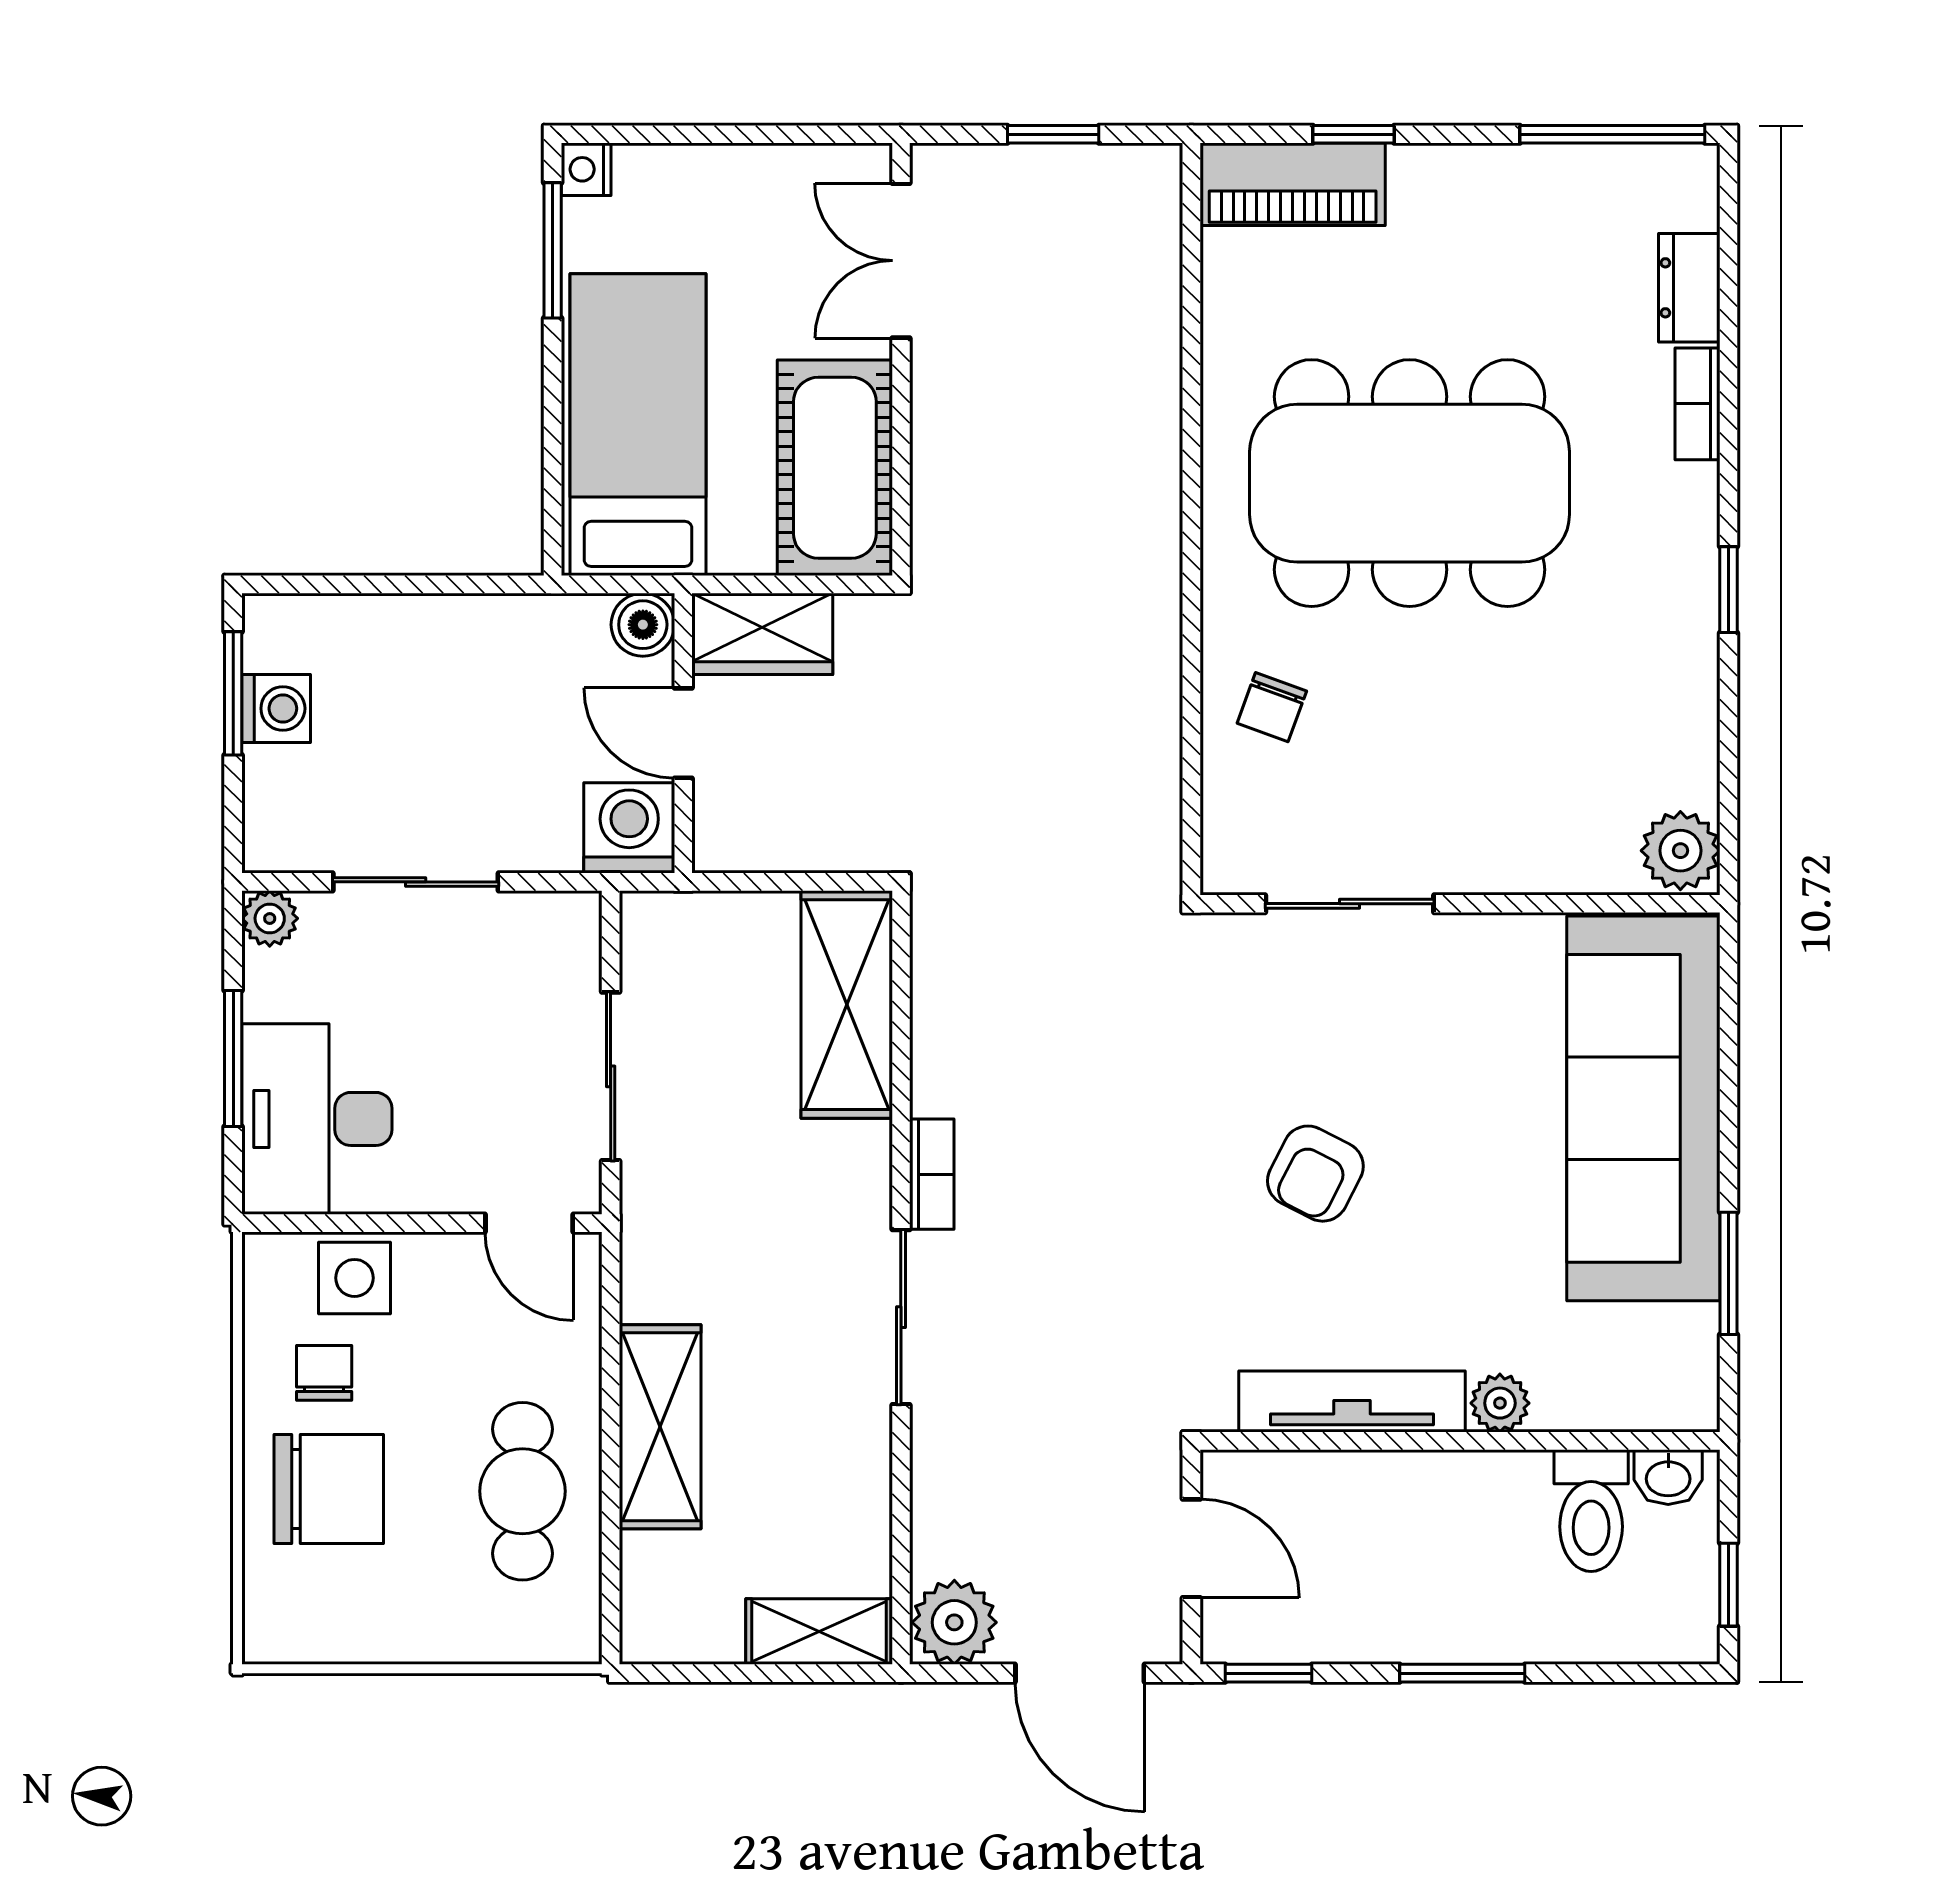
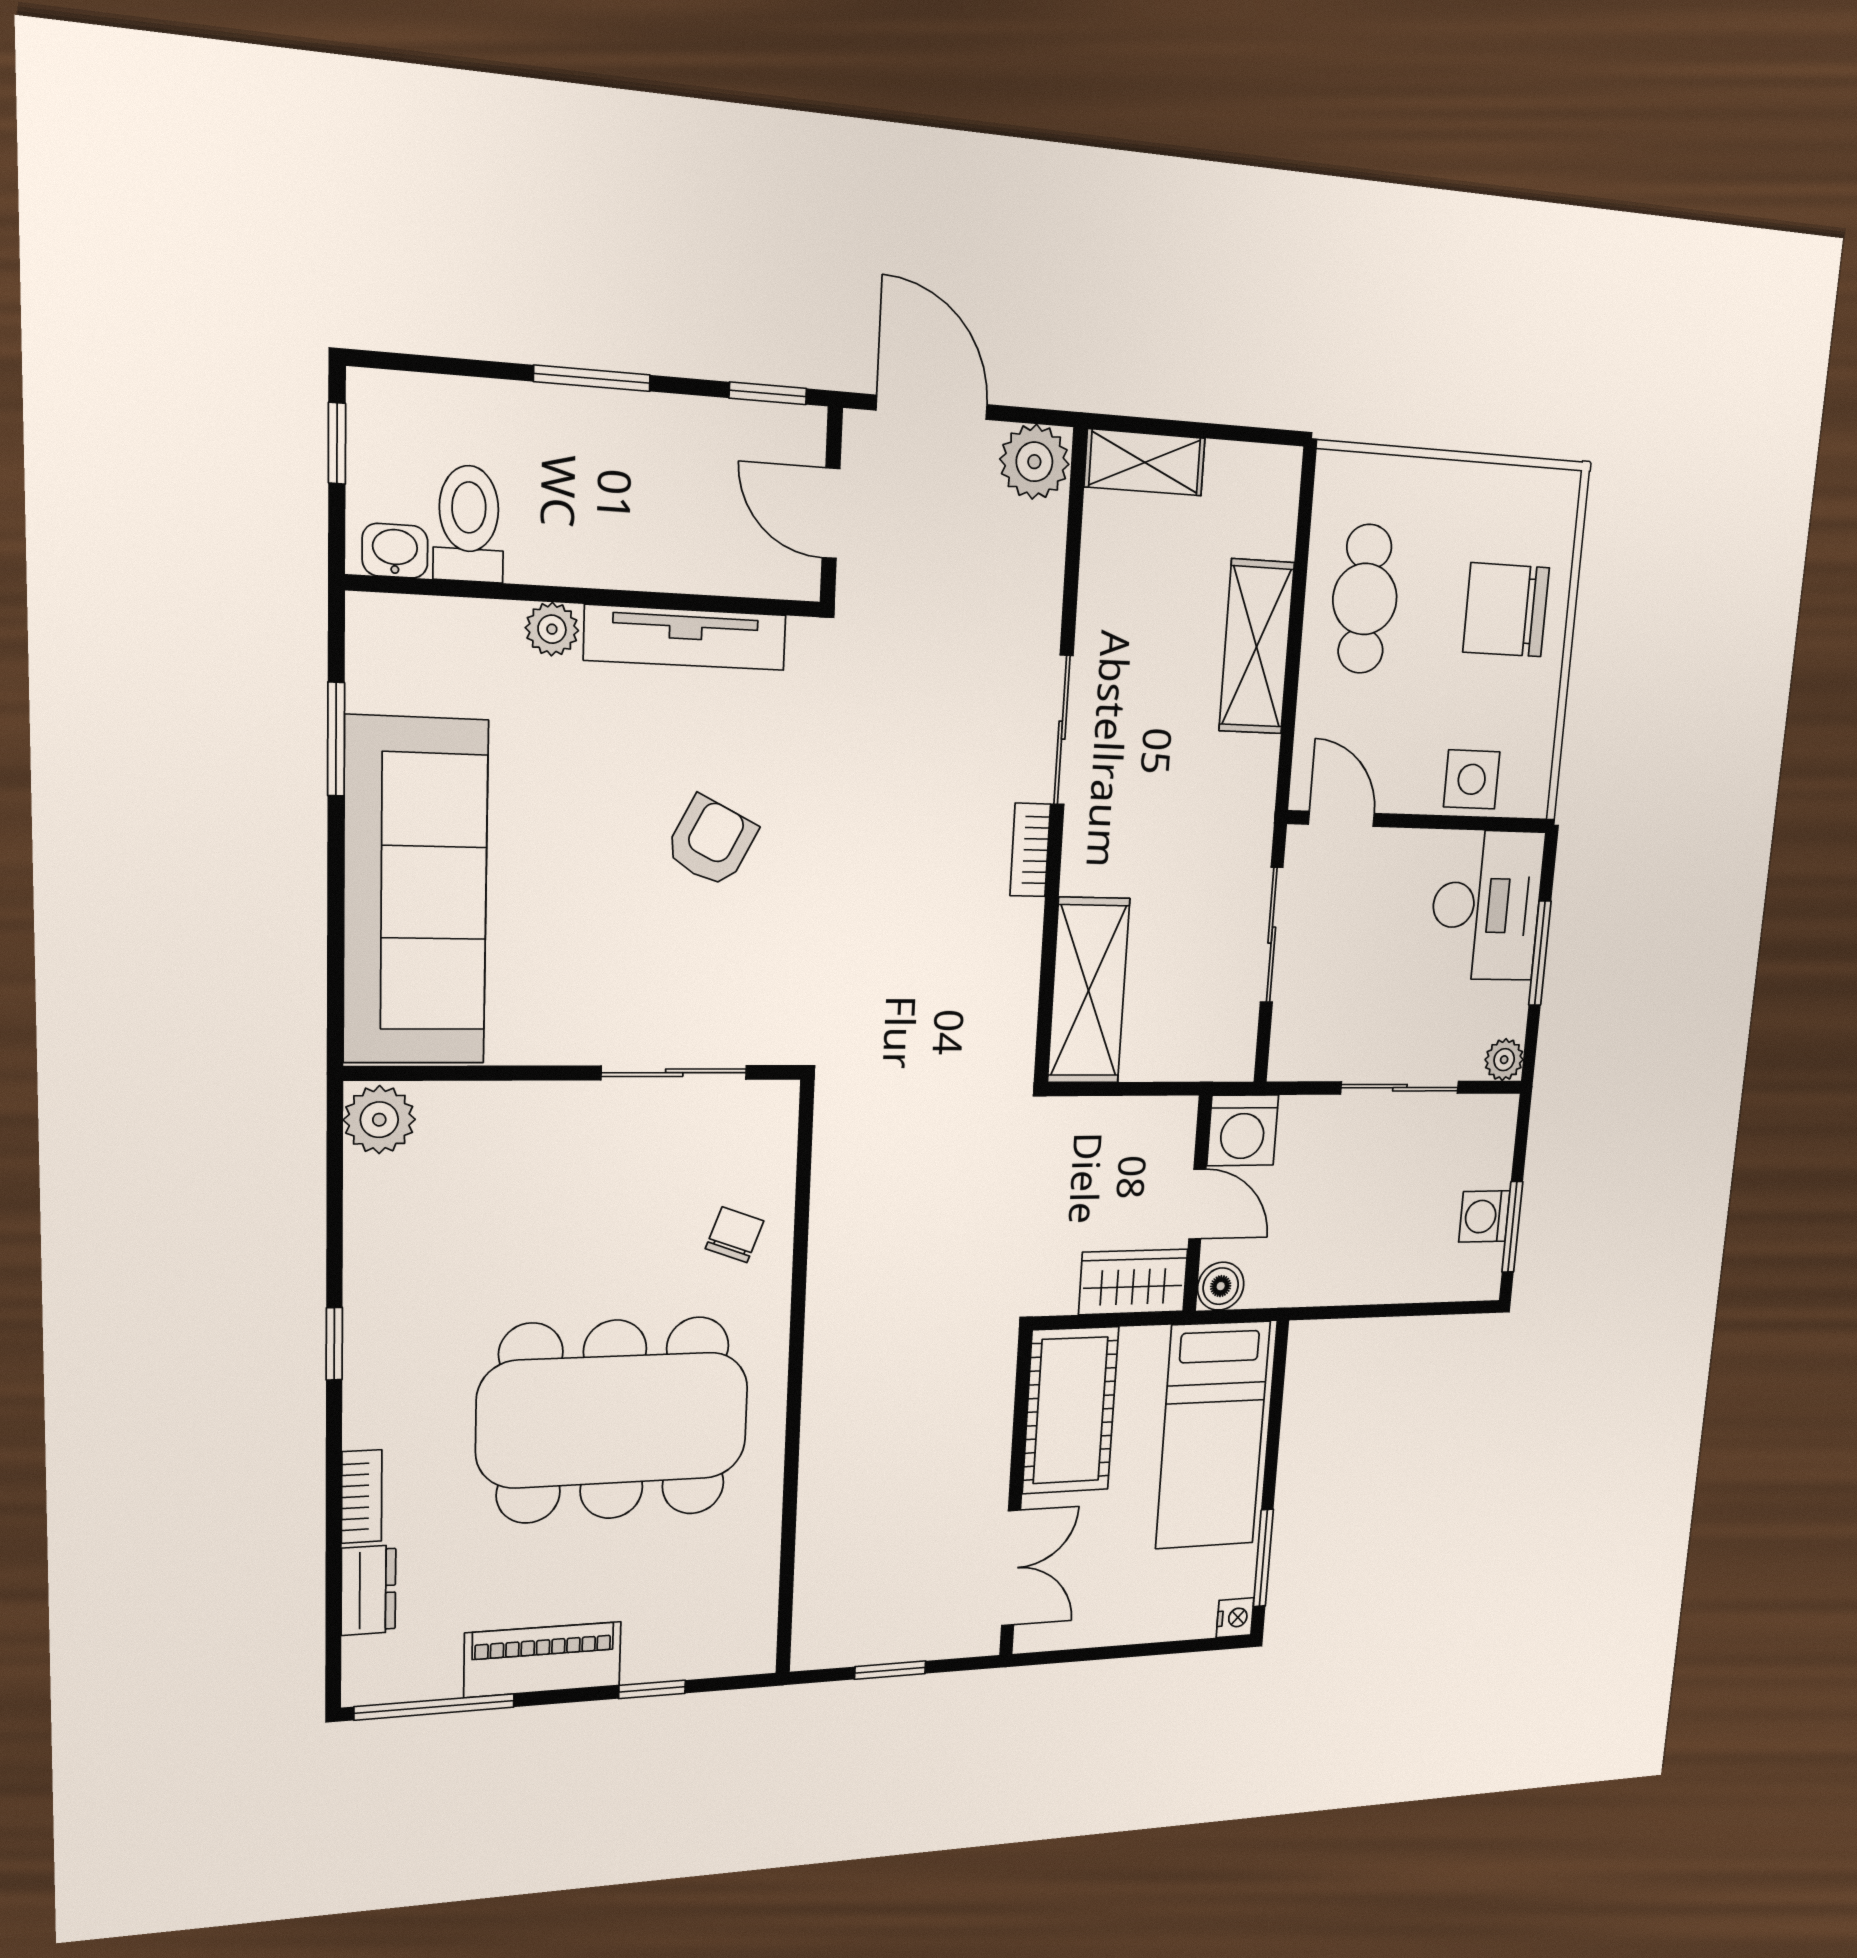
piano: (1293, 184) -> (543, 1659), moved
chair: (324, 1373) -> (1500, 704), removed

